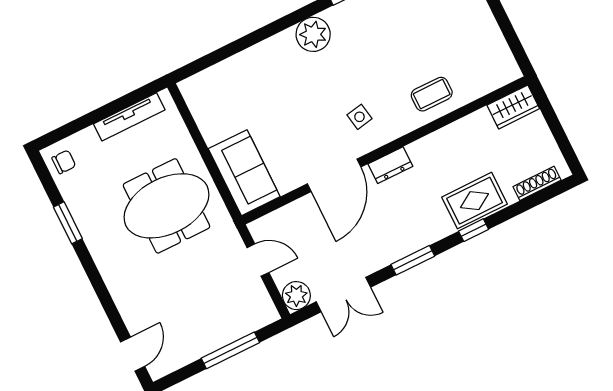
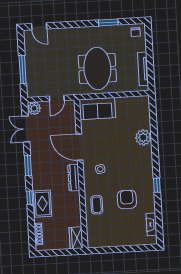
plant: (313, 34) -> (143, 137), moved
armchair: (397, 40) -> (127, 199), added
dresser: (390, 165) -> (74, 178), width x1.44

